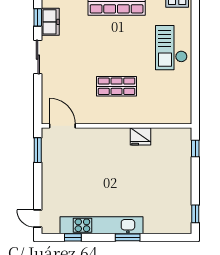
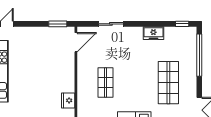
window: (38, 17) -> (157, 24), removed
sliding door: (38, 57) -> (111, 24), moved

